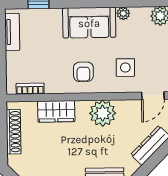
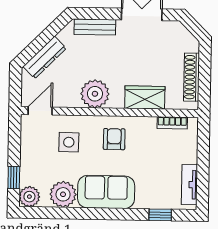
plant: (123, 13) -> (63, 194), width x1.87, depth x1.87

